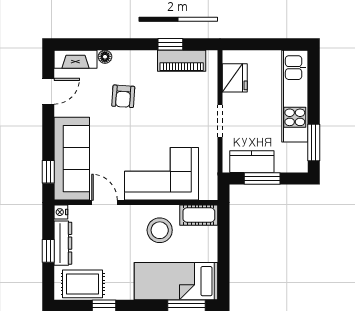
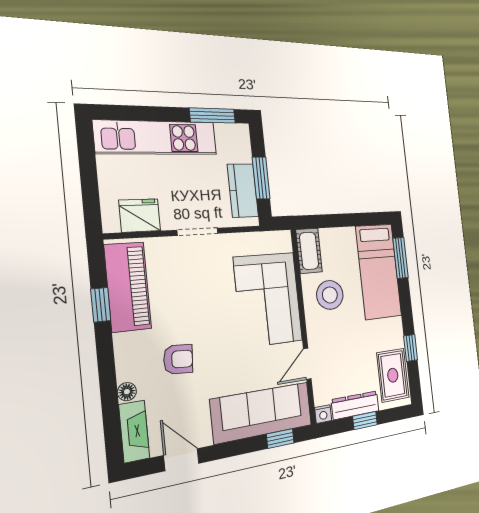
piano: (182, 61) -> (128, 287), width x1.37, depth x1.33

